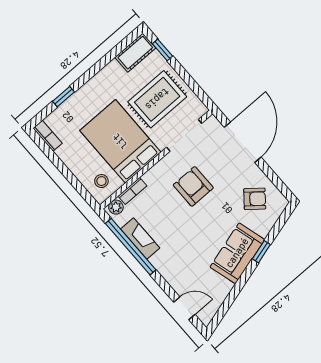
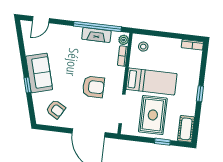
window: (162, 50) -> (162, 142), moved
window: (64, 97) -> (200, 94), moved
bed: (120, 141) -> (151, 81), width x0.67
armchair: (255, 199) -> (56, 109), turned -99

